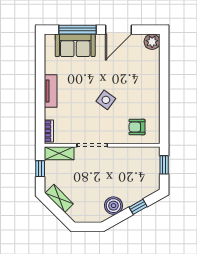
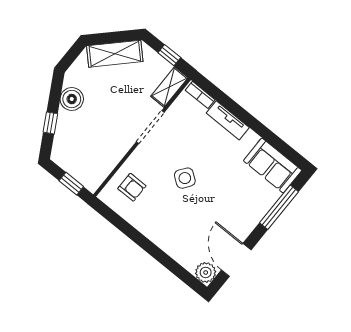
door: (118, 30) -> (236, 260), moved
sofa: (75, 45) -> (273, 165), moved, turned -90
tv unit: (51, 91) -> (228, 120), moved
armchair: (137, 127) -> (132, 187), turned 90
shelving: (59, 198) -> (115, 54), width x1.50, depth x1.33

